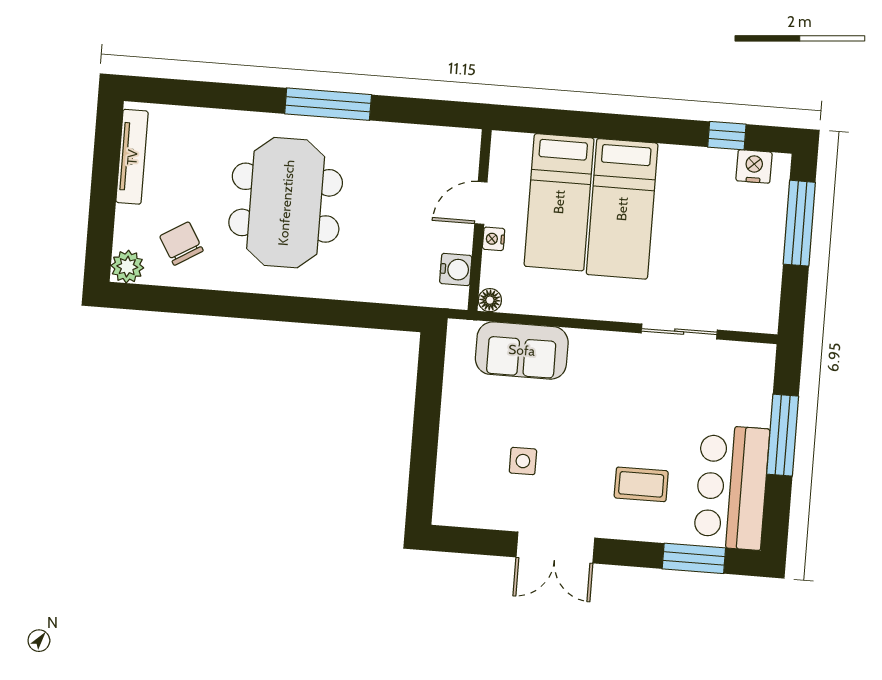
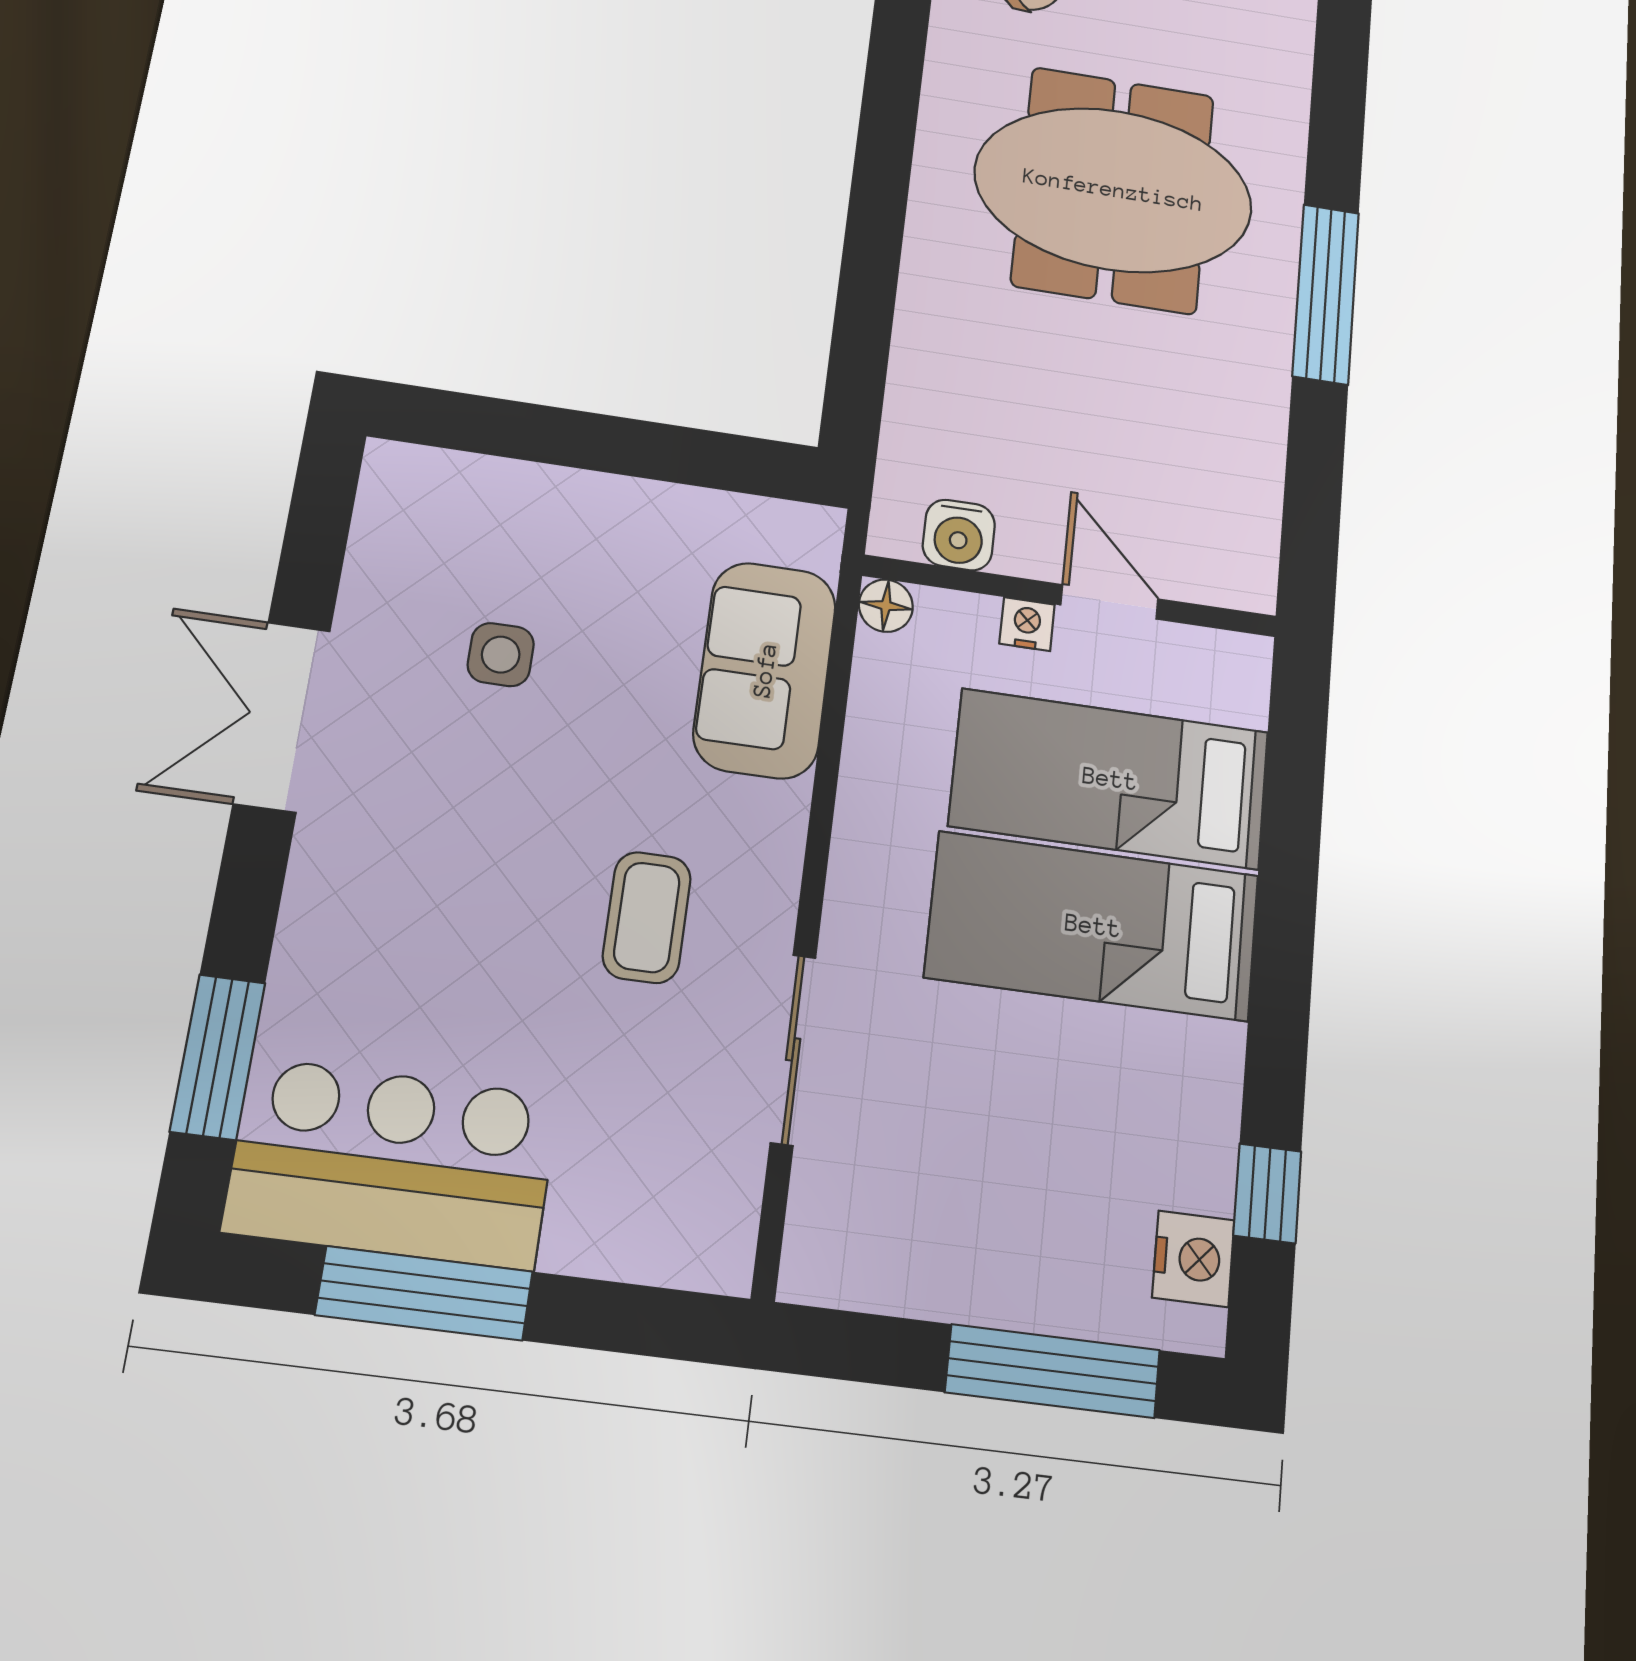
window: (783, 435) -> (424, 1293), moved
coffee table: (641, 484) -> (647, 917), moved

